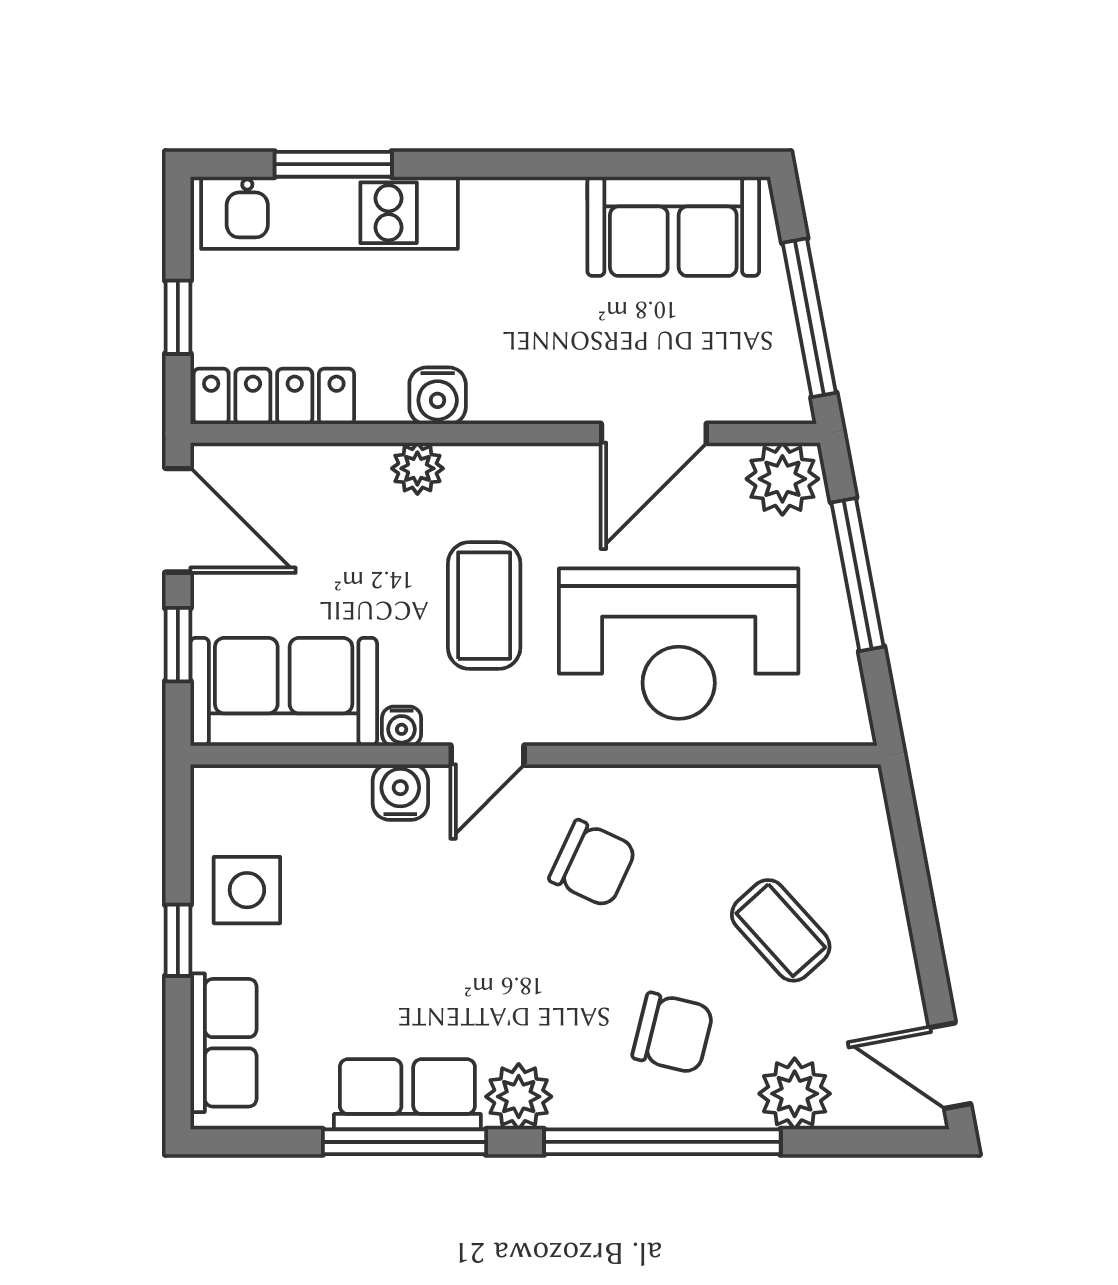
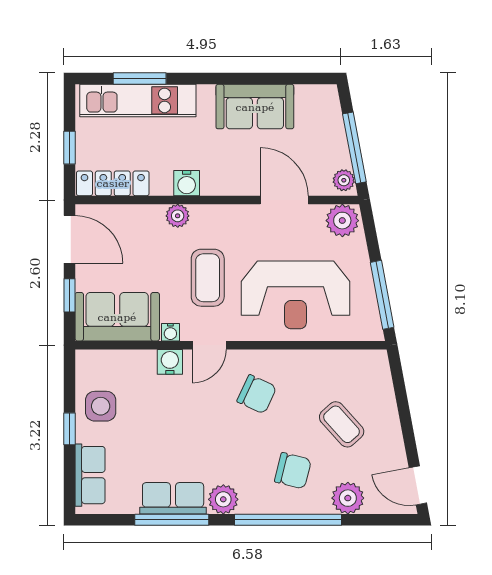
sofa: (673, 226) -> (255, 107), moved
plant: (786, 390) -> (344, 180), added
door: (654, 433) -> (284, 200), swing flipped
window: (858, 575) -> (382, 295), moved

